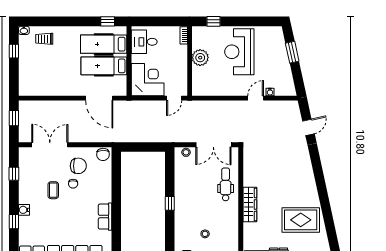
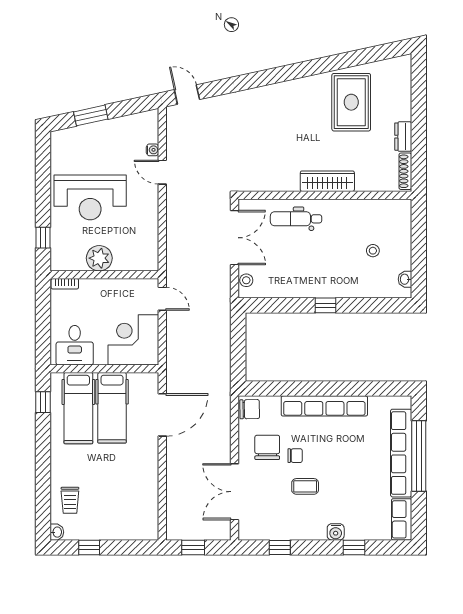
door: (308, 127) -> (187, 95), moved
row of seats: (105, 217) -> (324, 406), width x2.02

